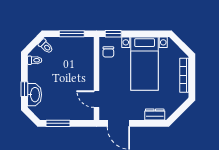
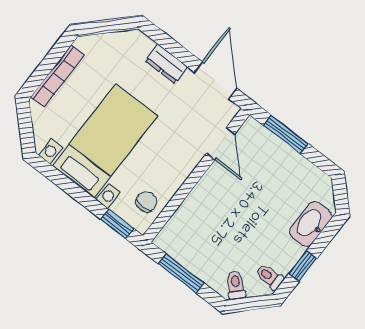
window: (24, 89) -> (303, 266), moved
dresser: (155, 114) -> (166, 64), moved
window: (58, 123) -> (286, 135), moved

